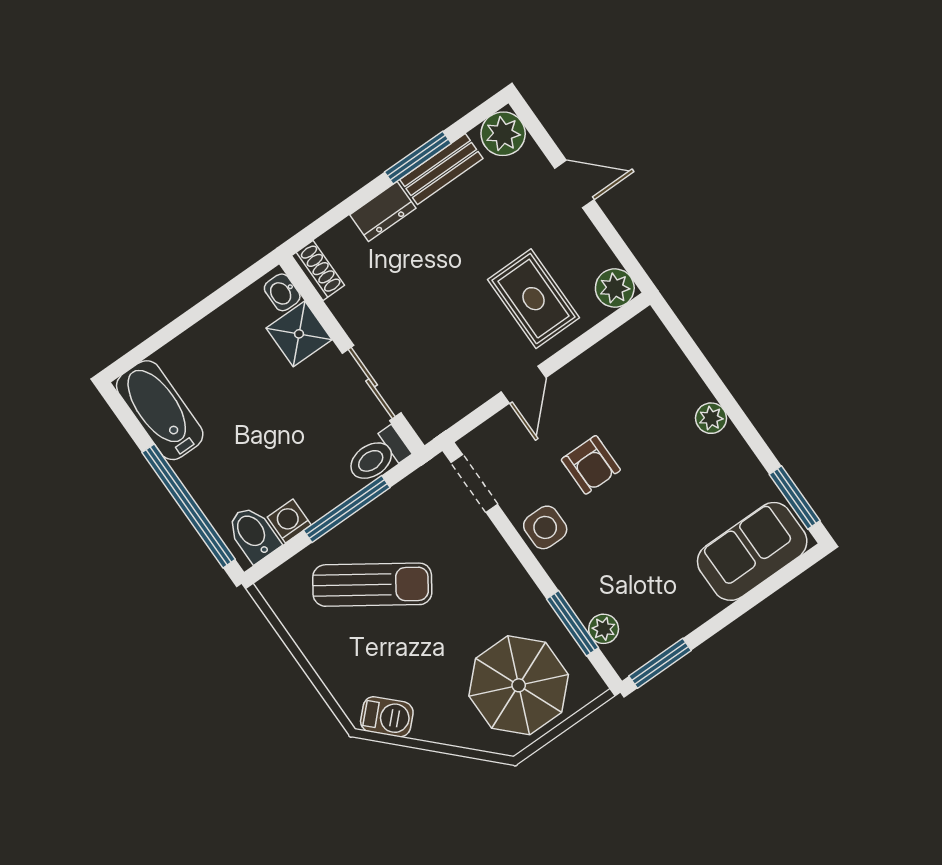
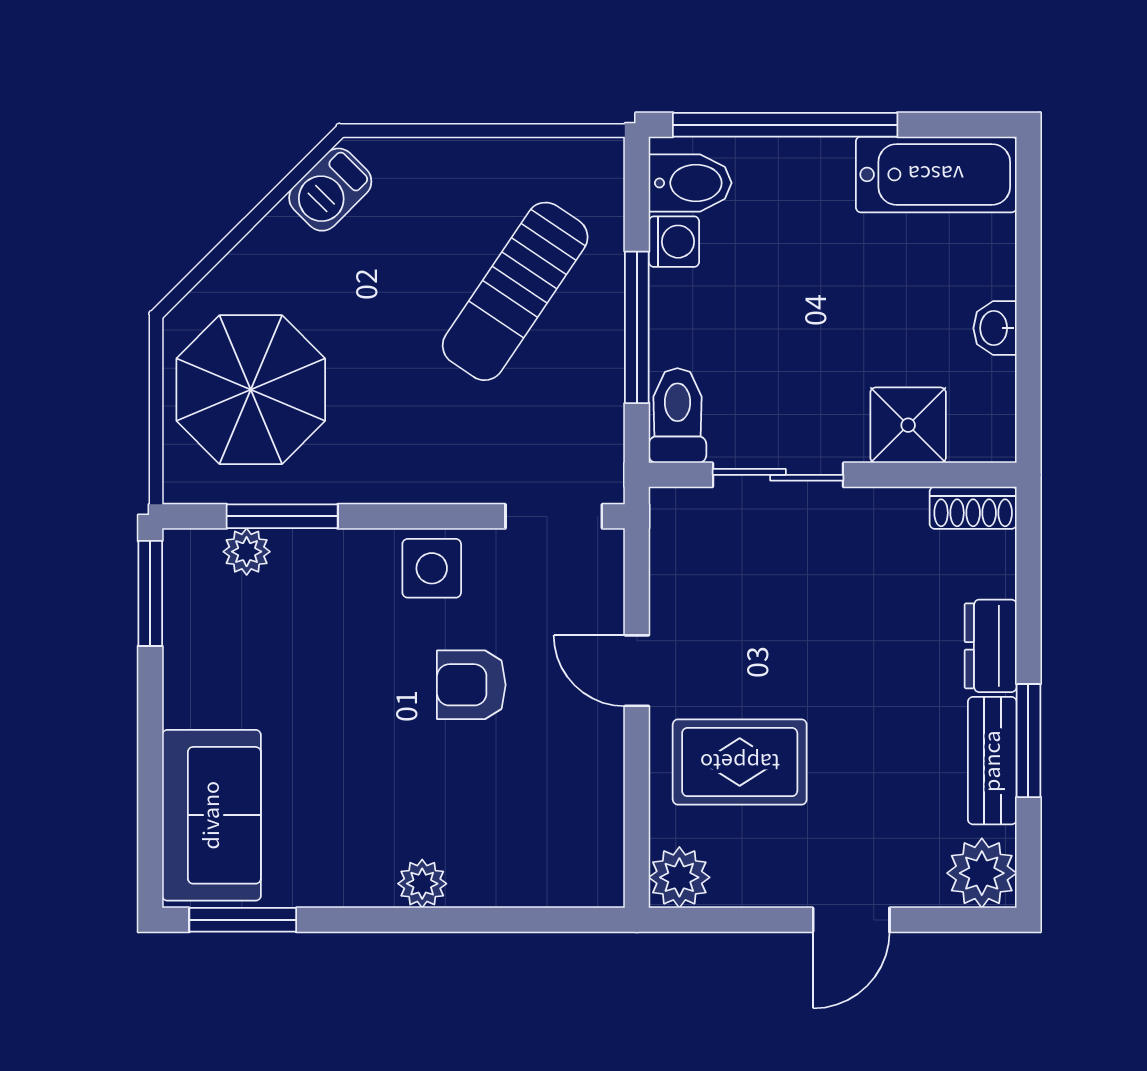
washbasin: (282, 292) -> (995, 328), moved, turned -90

